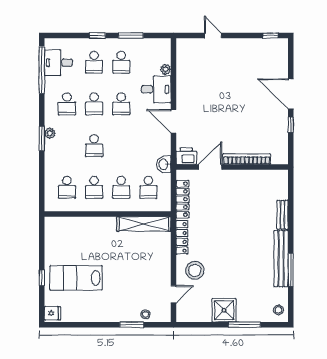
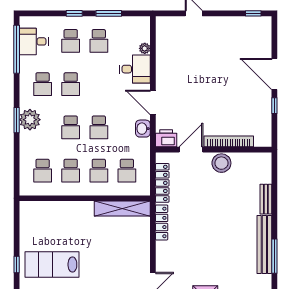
school desk: (121, 104) -> (99, 127), moved
plant: (50, 133) -> (30, 120), width x1.88, depth x1.88
washbasin: (164, 164) -> (143, 129), moved
stool: (195, 270) -> (221, 163), moved

